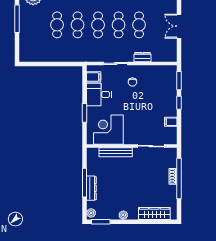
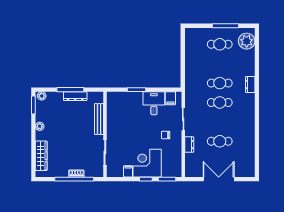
cafe table: (57, 25) -> (220, 44), moved
cafe table: (119, 25) -> (220, 122), removed
double door: (179, 26) -> (219, 179), width x1.37
corner desk: (108, 130) -> (147, 163), moved, turned -90
dresser: (91, 188) -> (75, 96), moved

